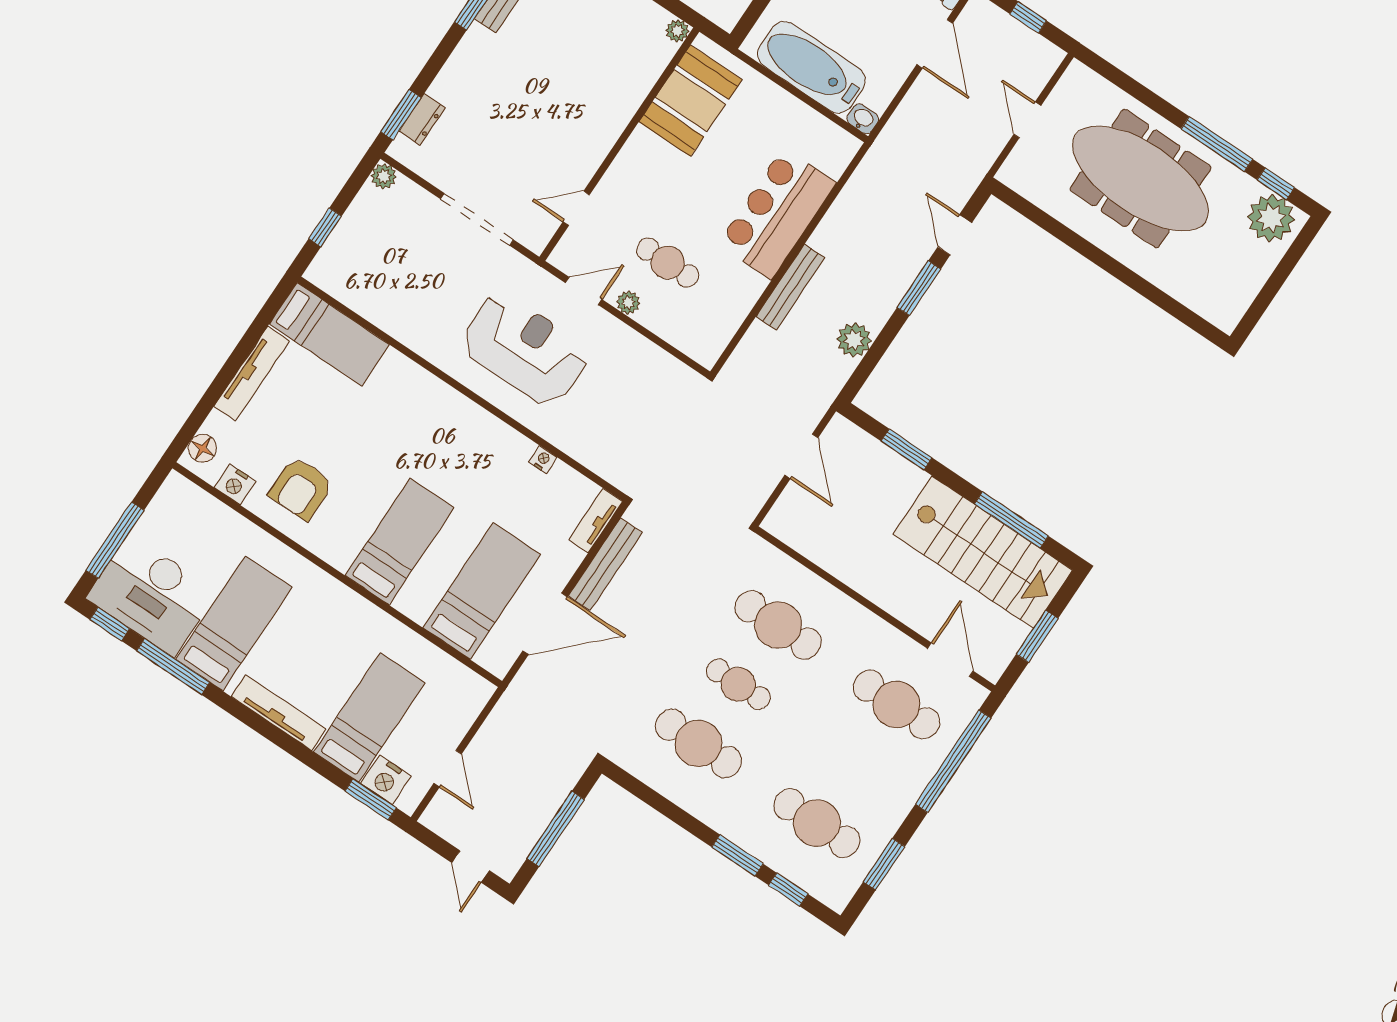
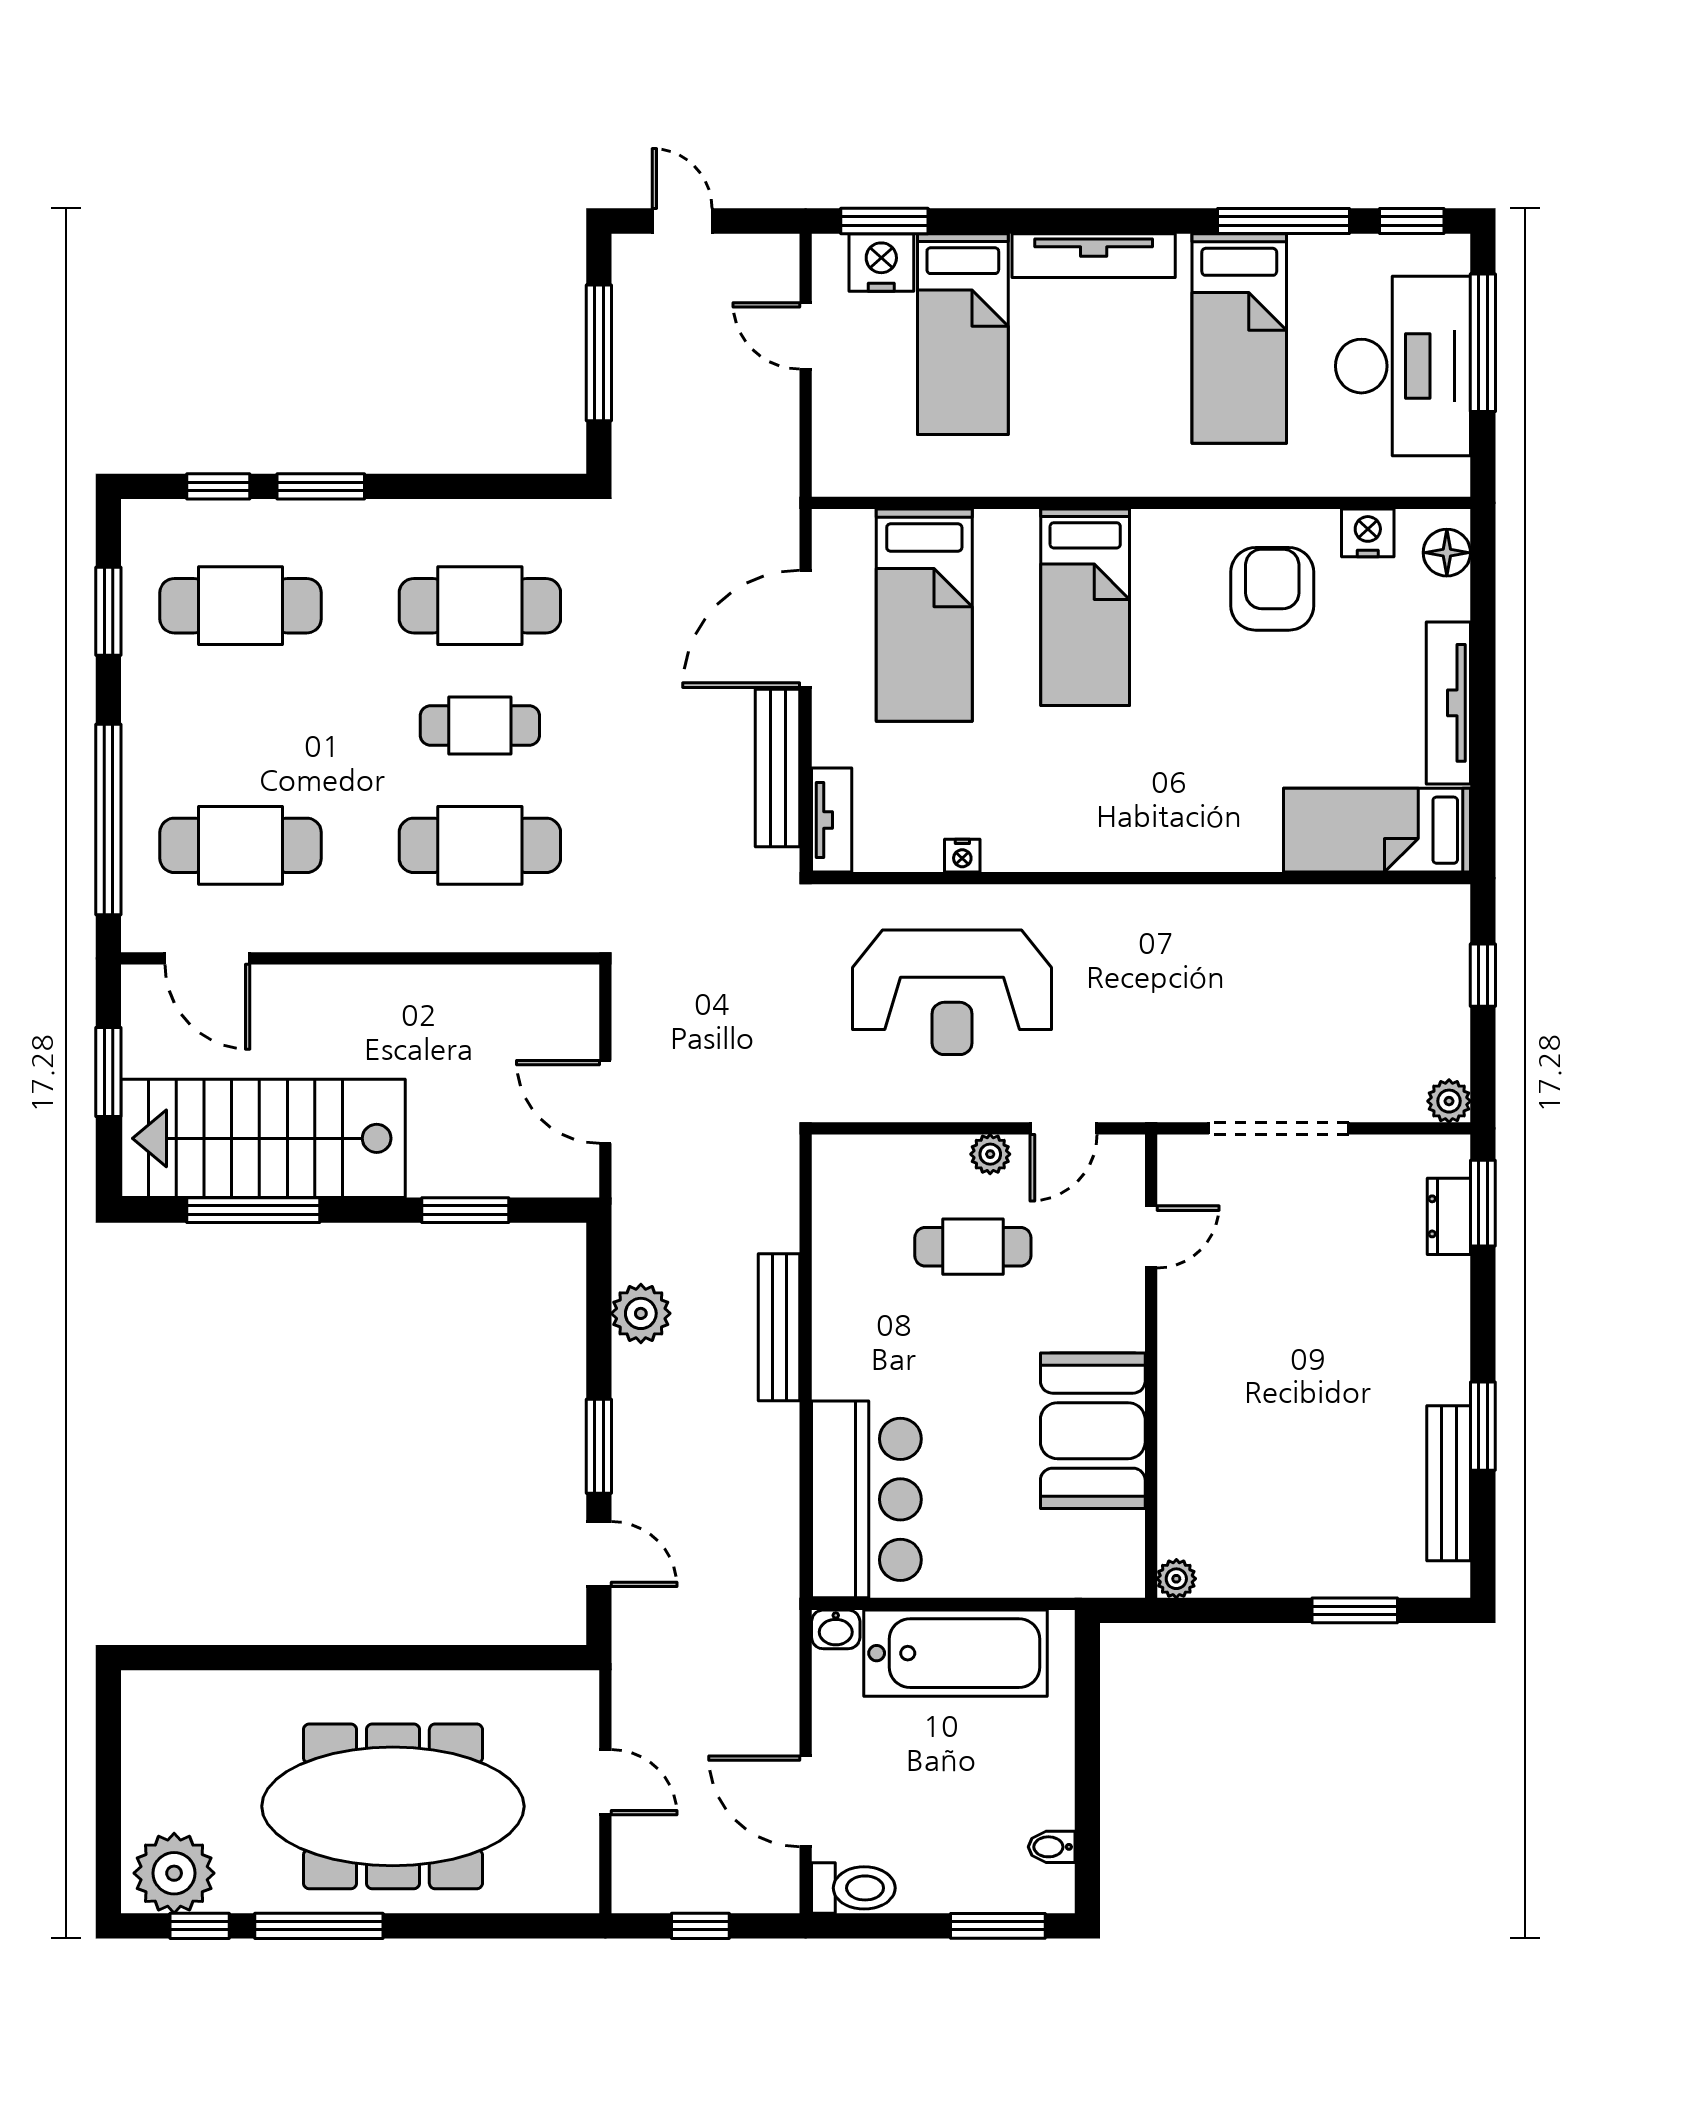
booth: (690, 101) -> (1093, 1431), moved
bar counter: (777, 213) -> (866, 1499), moved
reception desk: (525, 349) -> (952, 992), moved
desk: (152, 595) -> (1403, 366), moved, turned 90

